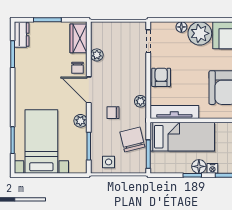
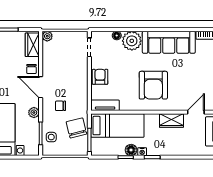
plant: (97, 55) -> (47, 36), moved
plant: (140, 101) -> (83, 96), removed
tv unit: (174, 112) -> (105, 105), width x0.71
side table: (109, 162) -> (51, 137), moved

